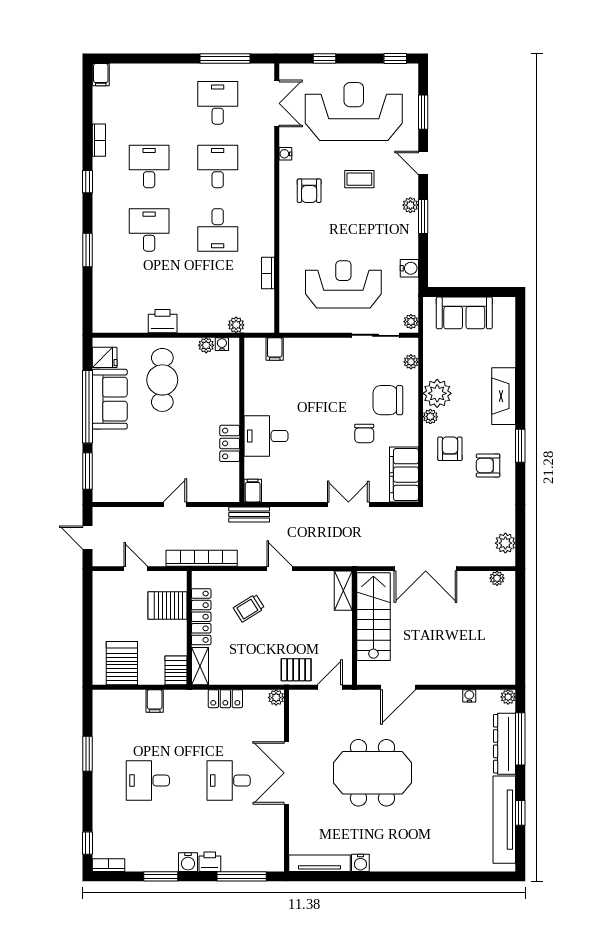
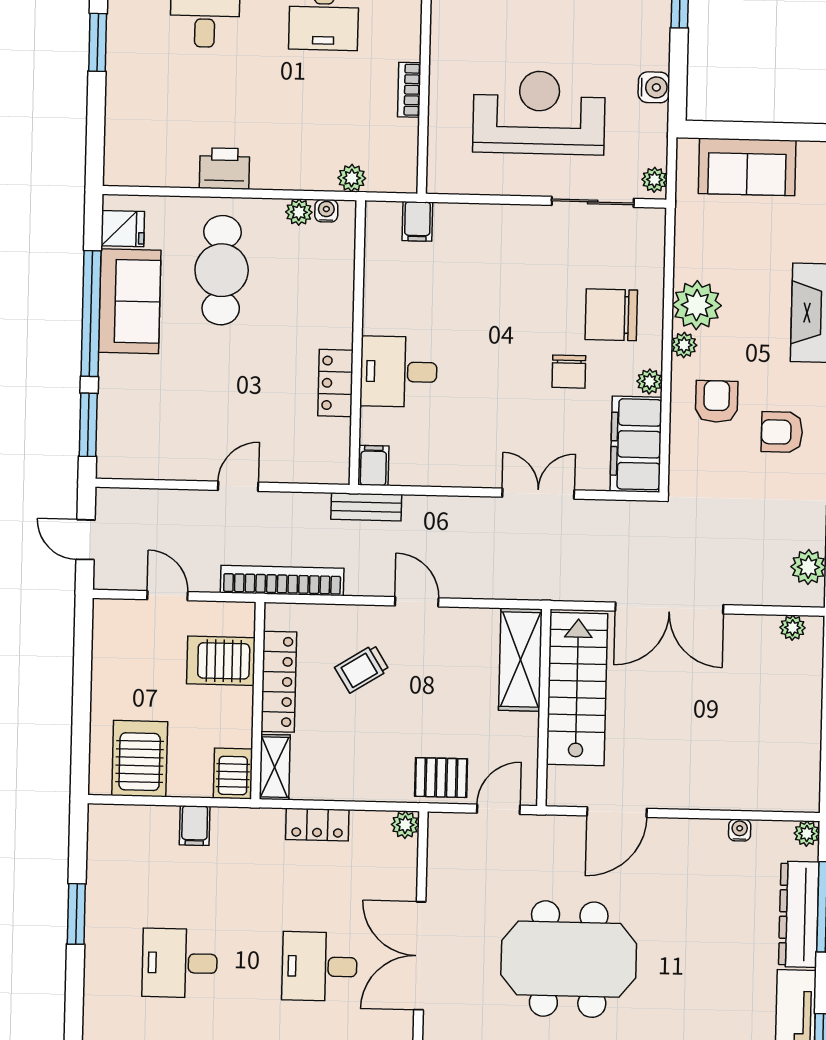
plant: (411, 362) -> (650, 381), moved
shelving: (343, 591) -> (520, 660), width x1.50, depth x1.33

